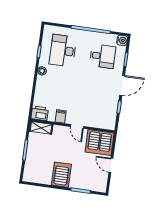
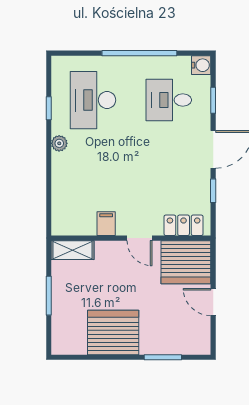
desk: (103, 56) -> (169, 100), turned 180
printer: (40, 113) -> (66, 223), removed
locker: (101, 123) -> (184, 225), added
server rack: (61, 175) -> (113, 332), width x1.60

